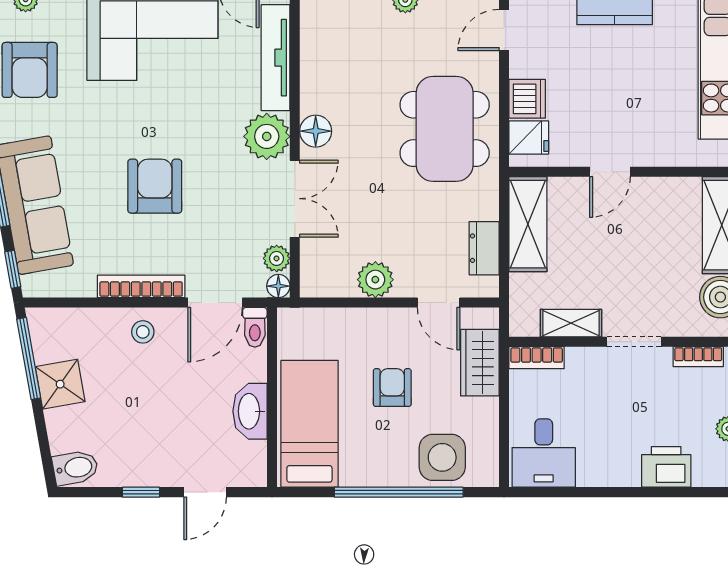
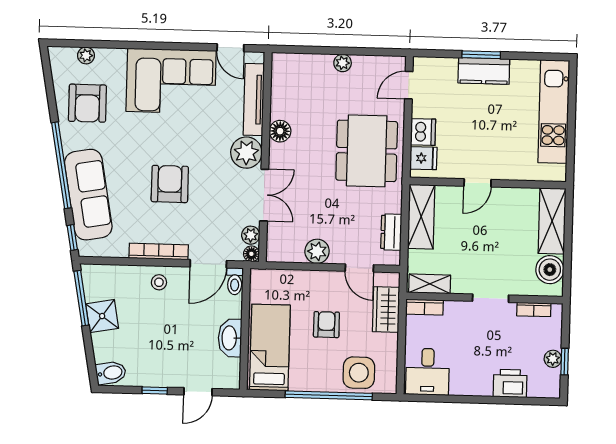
floor lamp: (316, 131) -> (280, 131), moved
shelving: (571, 323) -> (430, 284), moved

